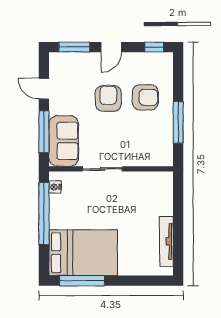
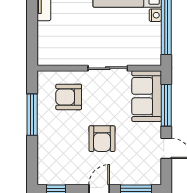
armchair: (145, 97) -> (69, 97), moved
nightstand: (55, 187) -> (155, 15), moved

